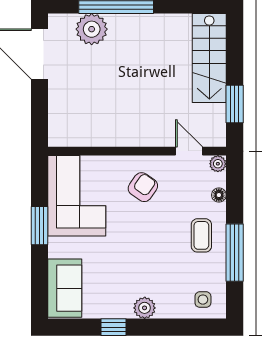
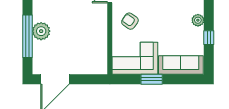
plant: (92, 29) -> (41, 31), moved
sofa: (65, 288) -> (181, 65), width x1.36

